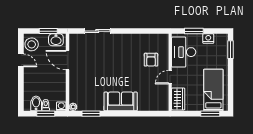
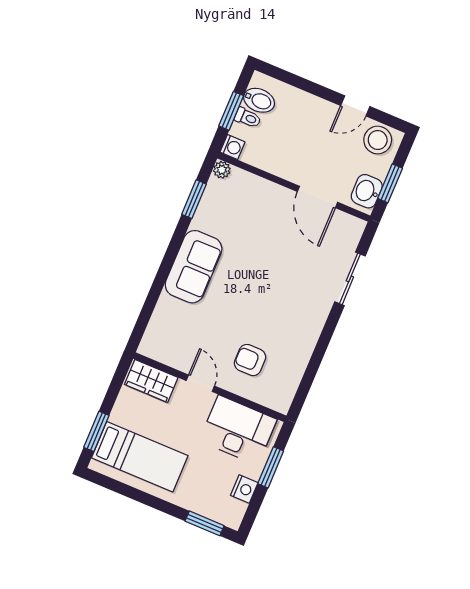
door: (67, 60) -> (318, 197), swing flipped

